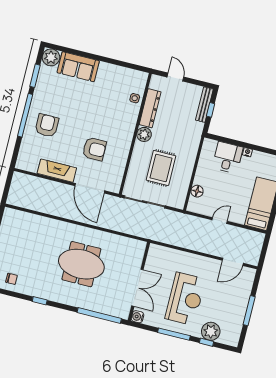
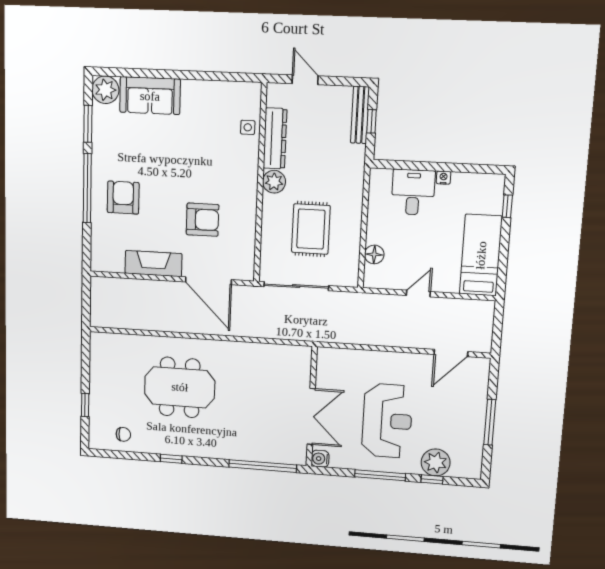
meeting table: (81, 264) -> (180, 387), moved

